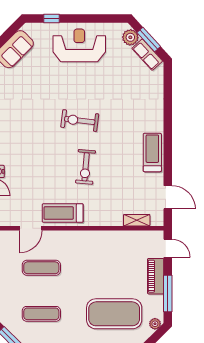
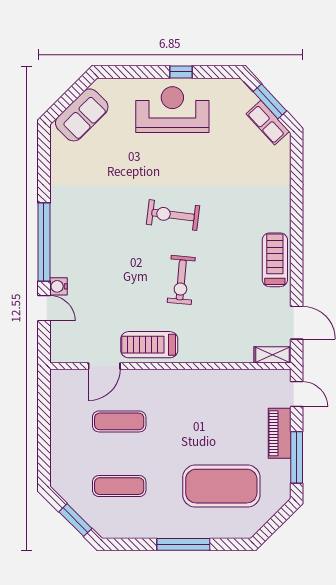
window: (52, 19) -> (181, 72), moved
plant: (130, 37) -> (244, 98), removed
shelving: (137, 220) -> (272, 355), moved
plant: (155, 324) -> (279, 500), removed

